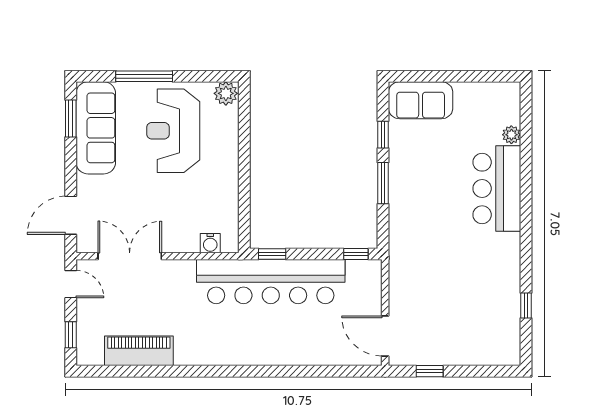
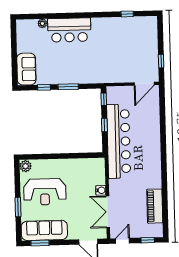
window: (144, 76) -> (18, 207), width x0.69
water cooler: (210, 243) -> (101, 190), moved
window: (272, 254) -> (104, 125), moved

